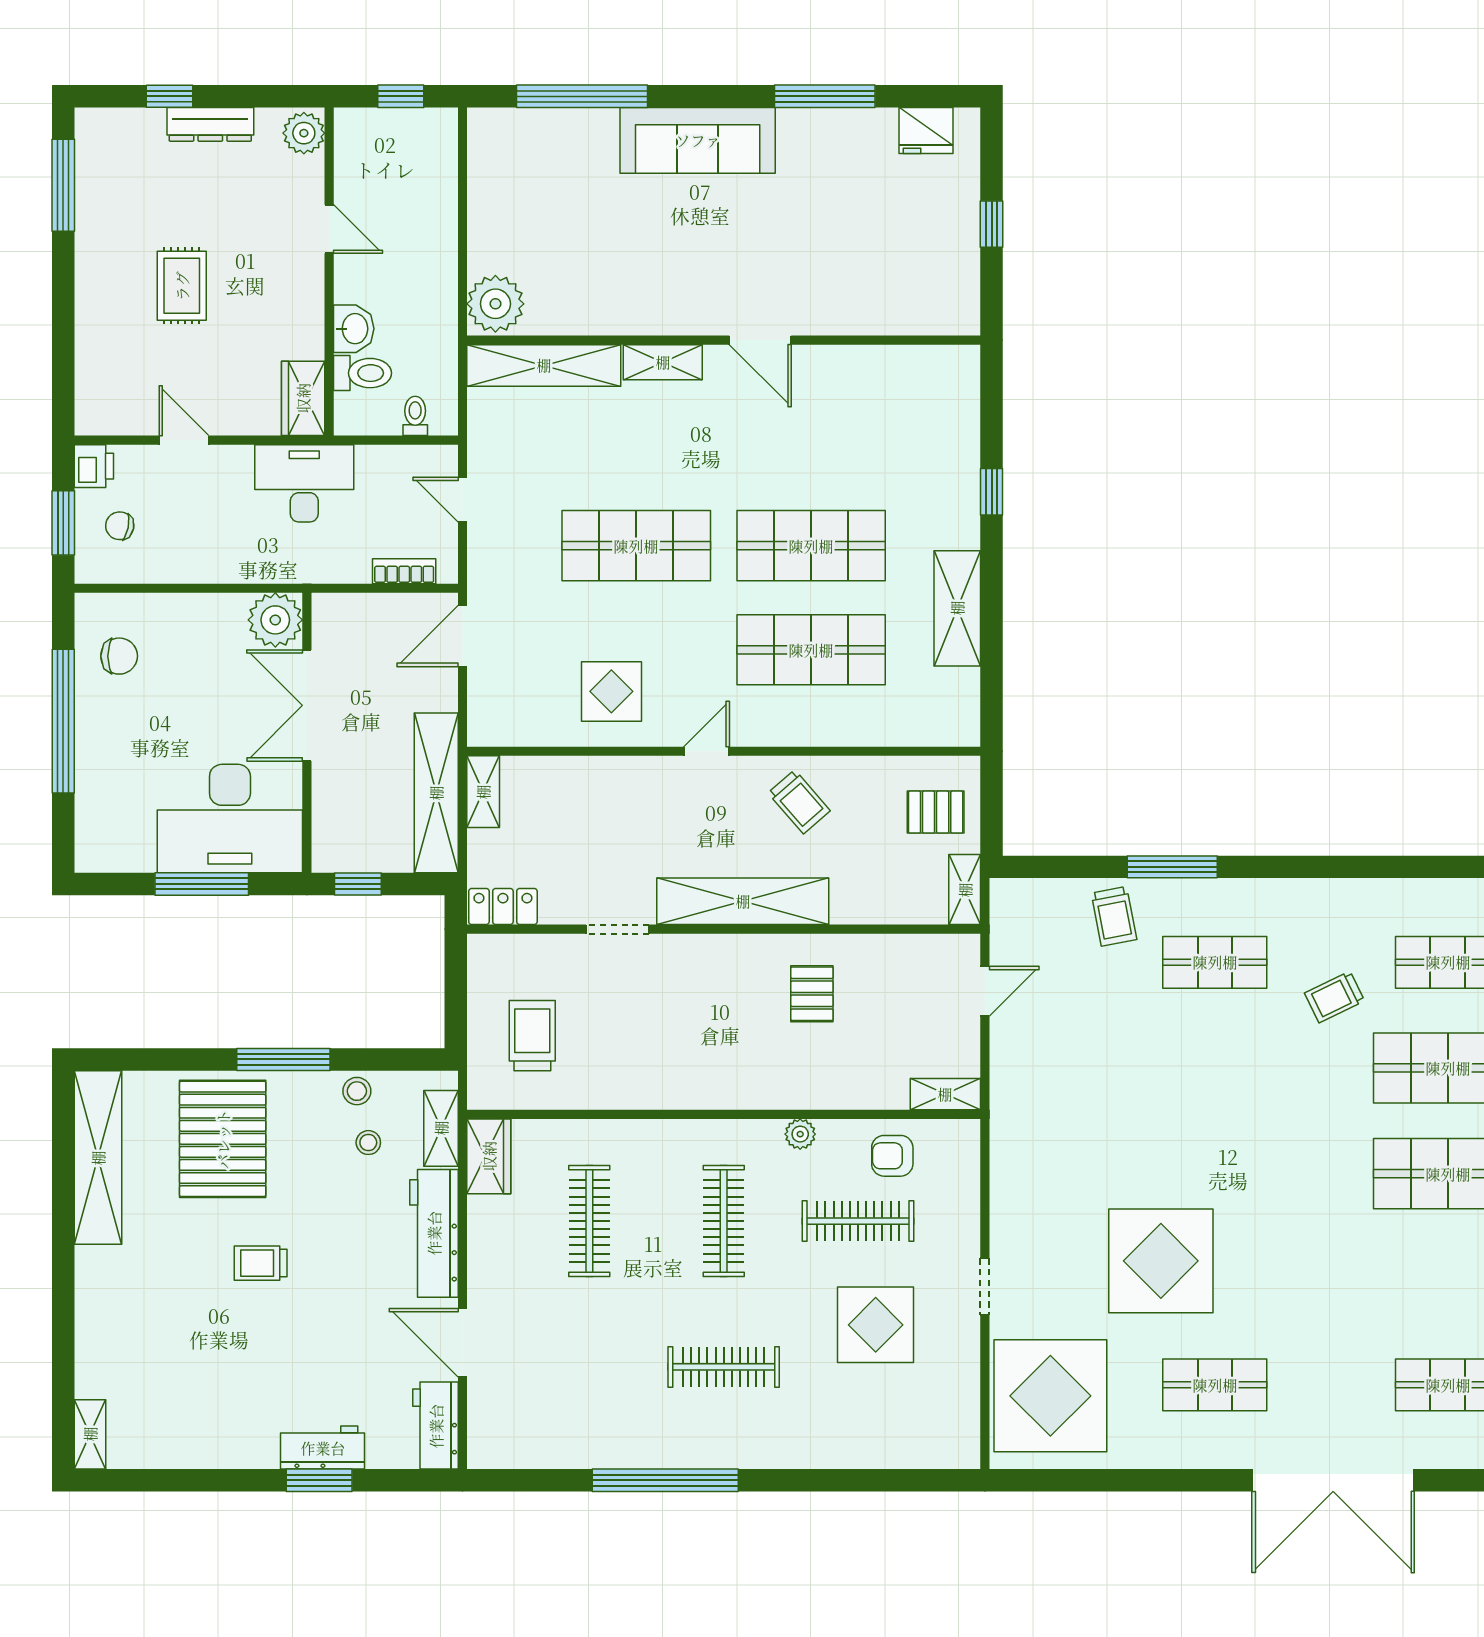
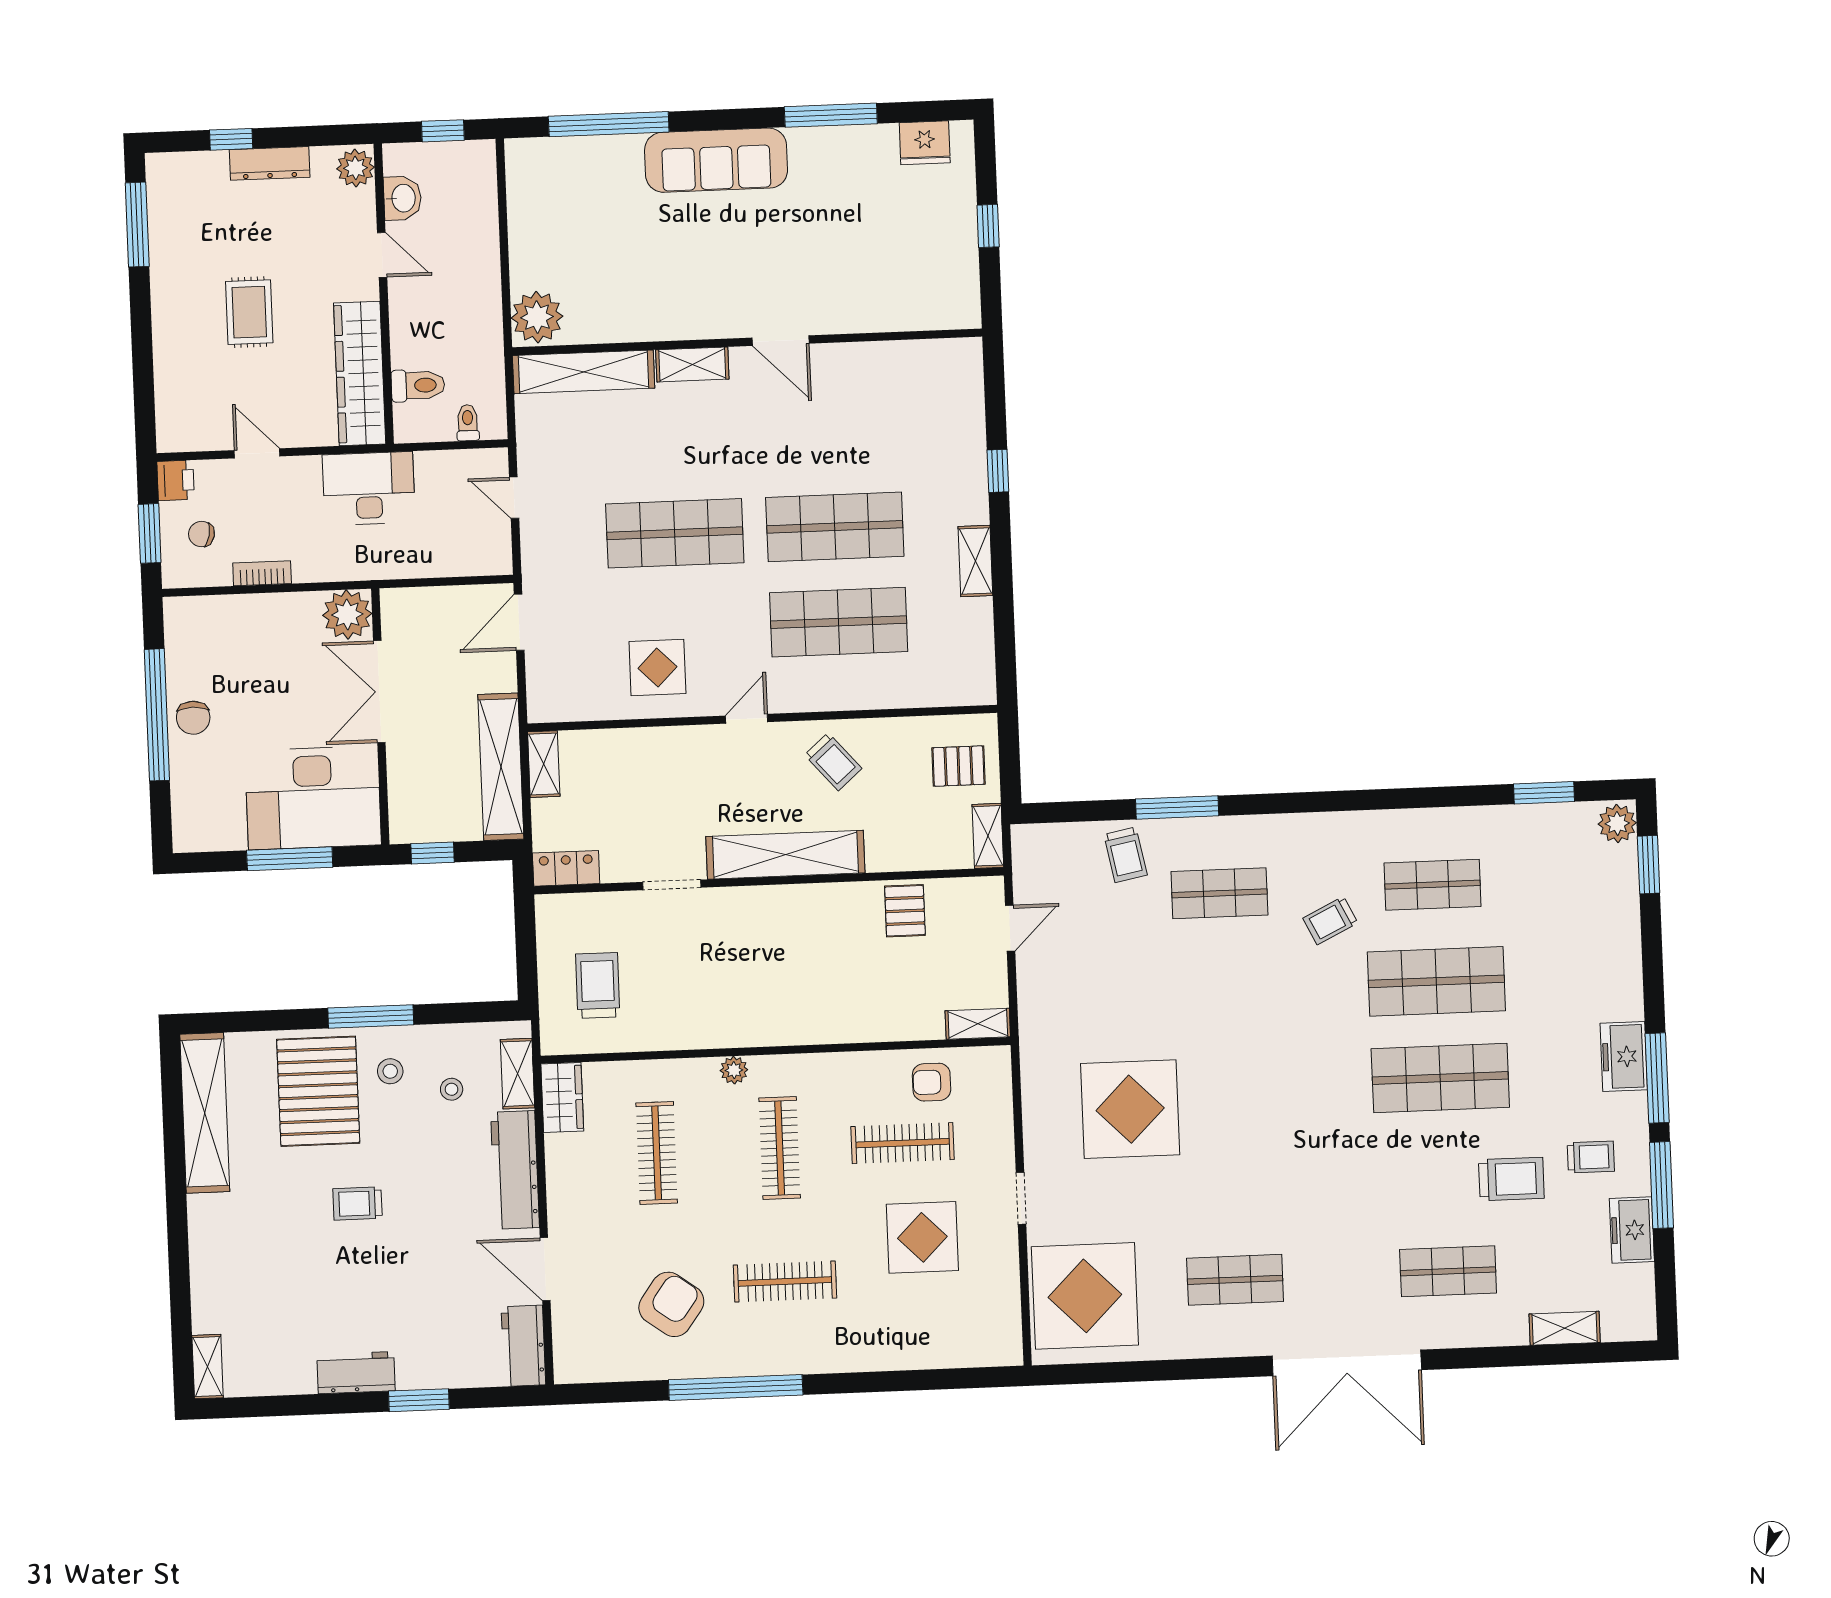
washbasin: (354, 329) -> (402, 198), moved
wardrobe: (303, 398) -> (360, 373), width x2.10, depth x1.17
bookcase: (404, 571) -> (262, 573), moved
shelving: (957, 608) -> (975, 561), width x0.67, depth x0.75
chair: (119, 656) -> (193, 718), moved, turned 90
pallet: (812, 994) -> (905, 911), moved
stool: (357, 1091) -> (390, 1071), moved
plant: (800, 1134) -> (734, 1070), moved
display table: (1161, 1261) -> (1130, 1109), moved
armchair: (599, 1387) -> (671, 1304), added
workbench: (323, 1448) -> (356, 1373), moved

